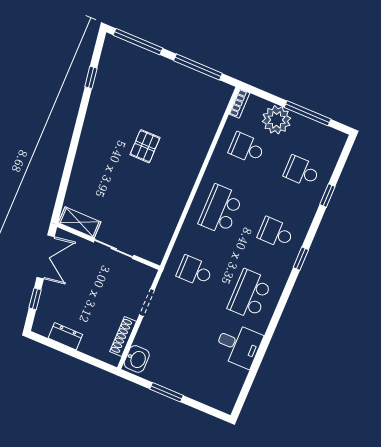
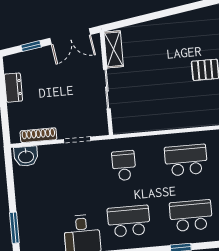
school desk: (276, 233) -> (191, 216), width x1.85
window: (167, 392) -> (14, 228), moved

